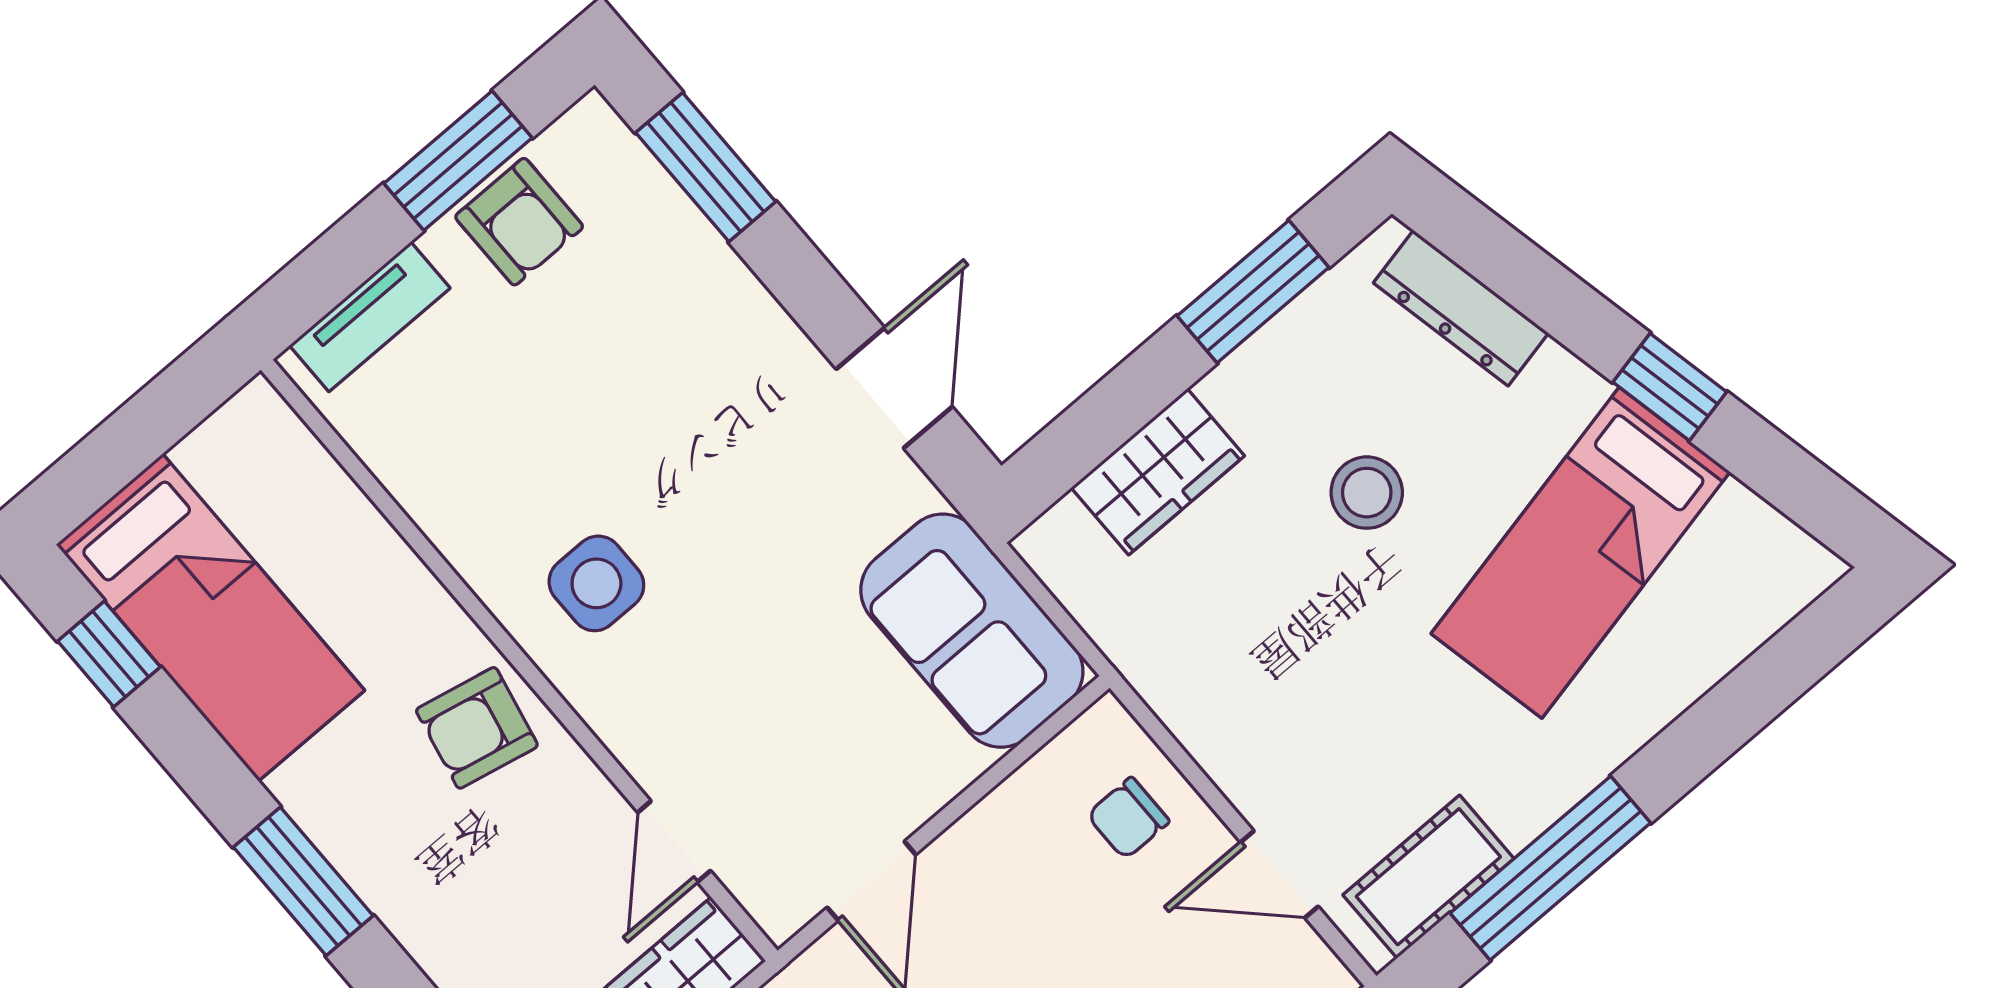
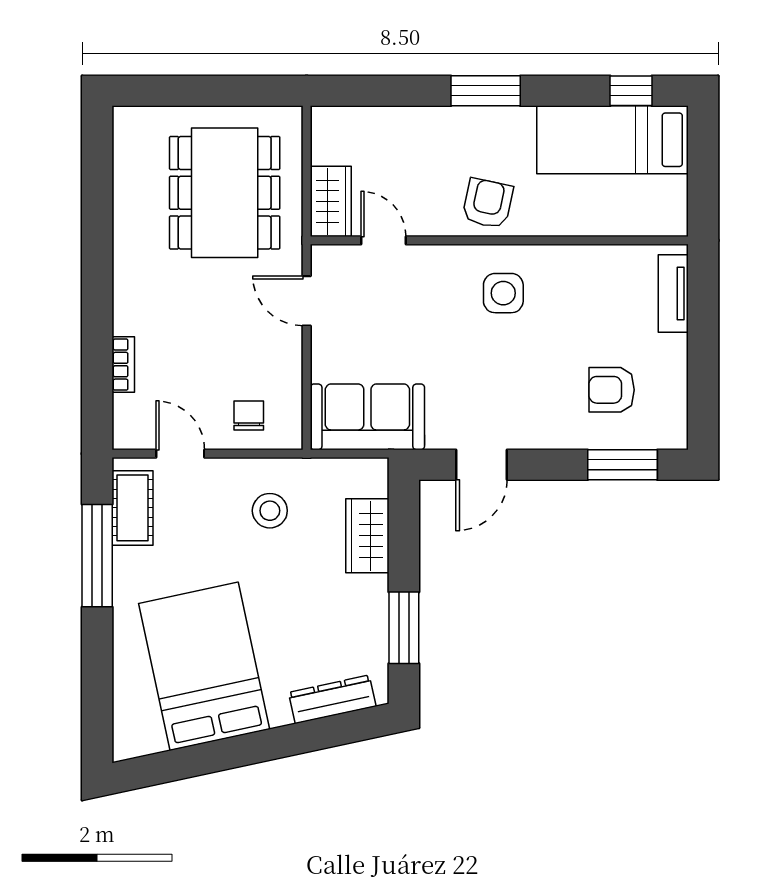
window: (458, 161) -> (703, 375), removed
armchair: (519, 222) -> (612, 390), moved
window: (1670, 387) -> (237, 752), removed
door: (894, 388) -> (482, 465), hinge flipped
stool: (1367, 493) -> (270, 511), moved
bed: (1581, 553) -> (204, 666), width x1.50
door: (1279, 874) -> (180, 454), hinge flipped

